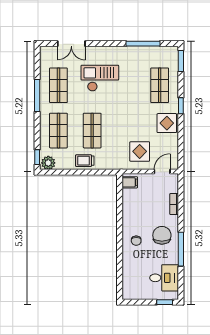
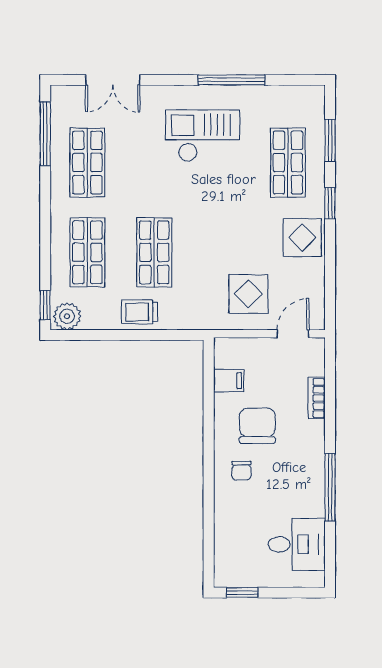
window: (143, 44) -> (232, 80), moved
window: (181, 61) -> (330, 140), moved
checkout: (100, 78) -> (203, 136), moved
window: (37, 95) -> (45, 134), moved
filing cabinet: (130, 182) -> (229, 381), moved
chair: (162, 235) -> (257, 426), moved
window: (165, 302) -> (242, 593), moved

